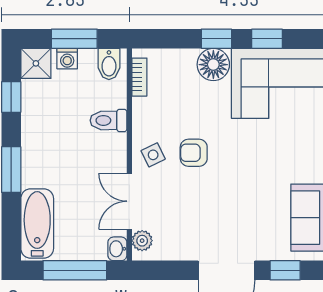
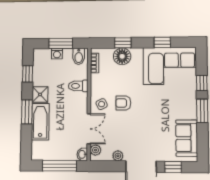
window: (216, 39) -> (123, 43), moved
shower: (36, 63) -> (40, 94), moved
floor lamp: (213, 65) -> (122, 56), moved
double door: (129, 201) -> (89, 129), swing flipped
bathtub: (37, 223) -> (40, 122), moved
plant: (184, 251) -> (118, 156), added

